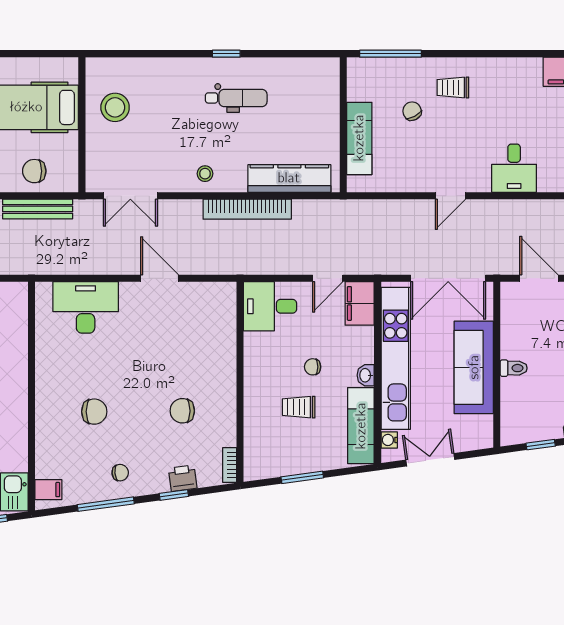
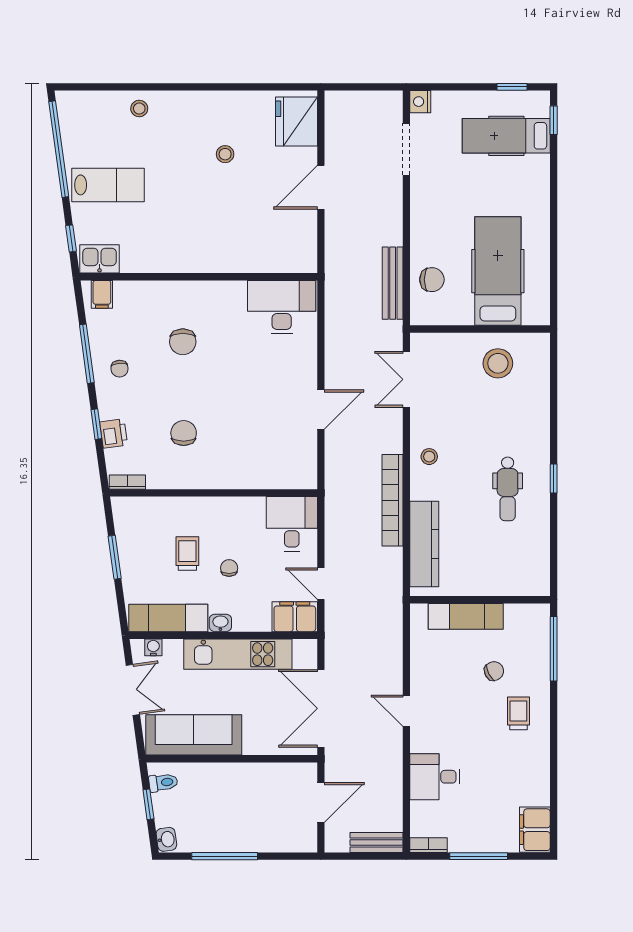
chair: (34, 171) -> (432, 280), turned 90
desk: (86, 307) -> (282, 307), moved, turned -90
kitchen unit: (396, 358) -> (238, 654), width x0.73
sofa: (474, 367) -> (194, 735), moved
toilet: (514, 368) -> (163, 783), moved, turned -98

